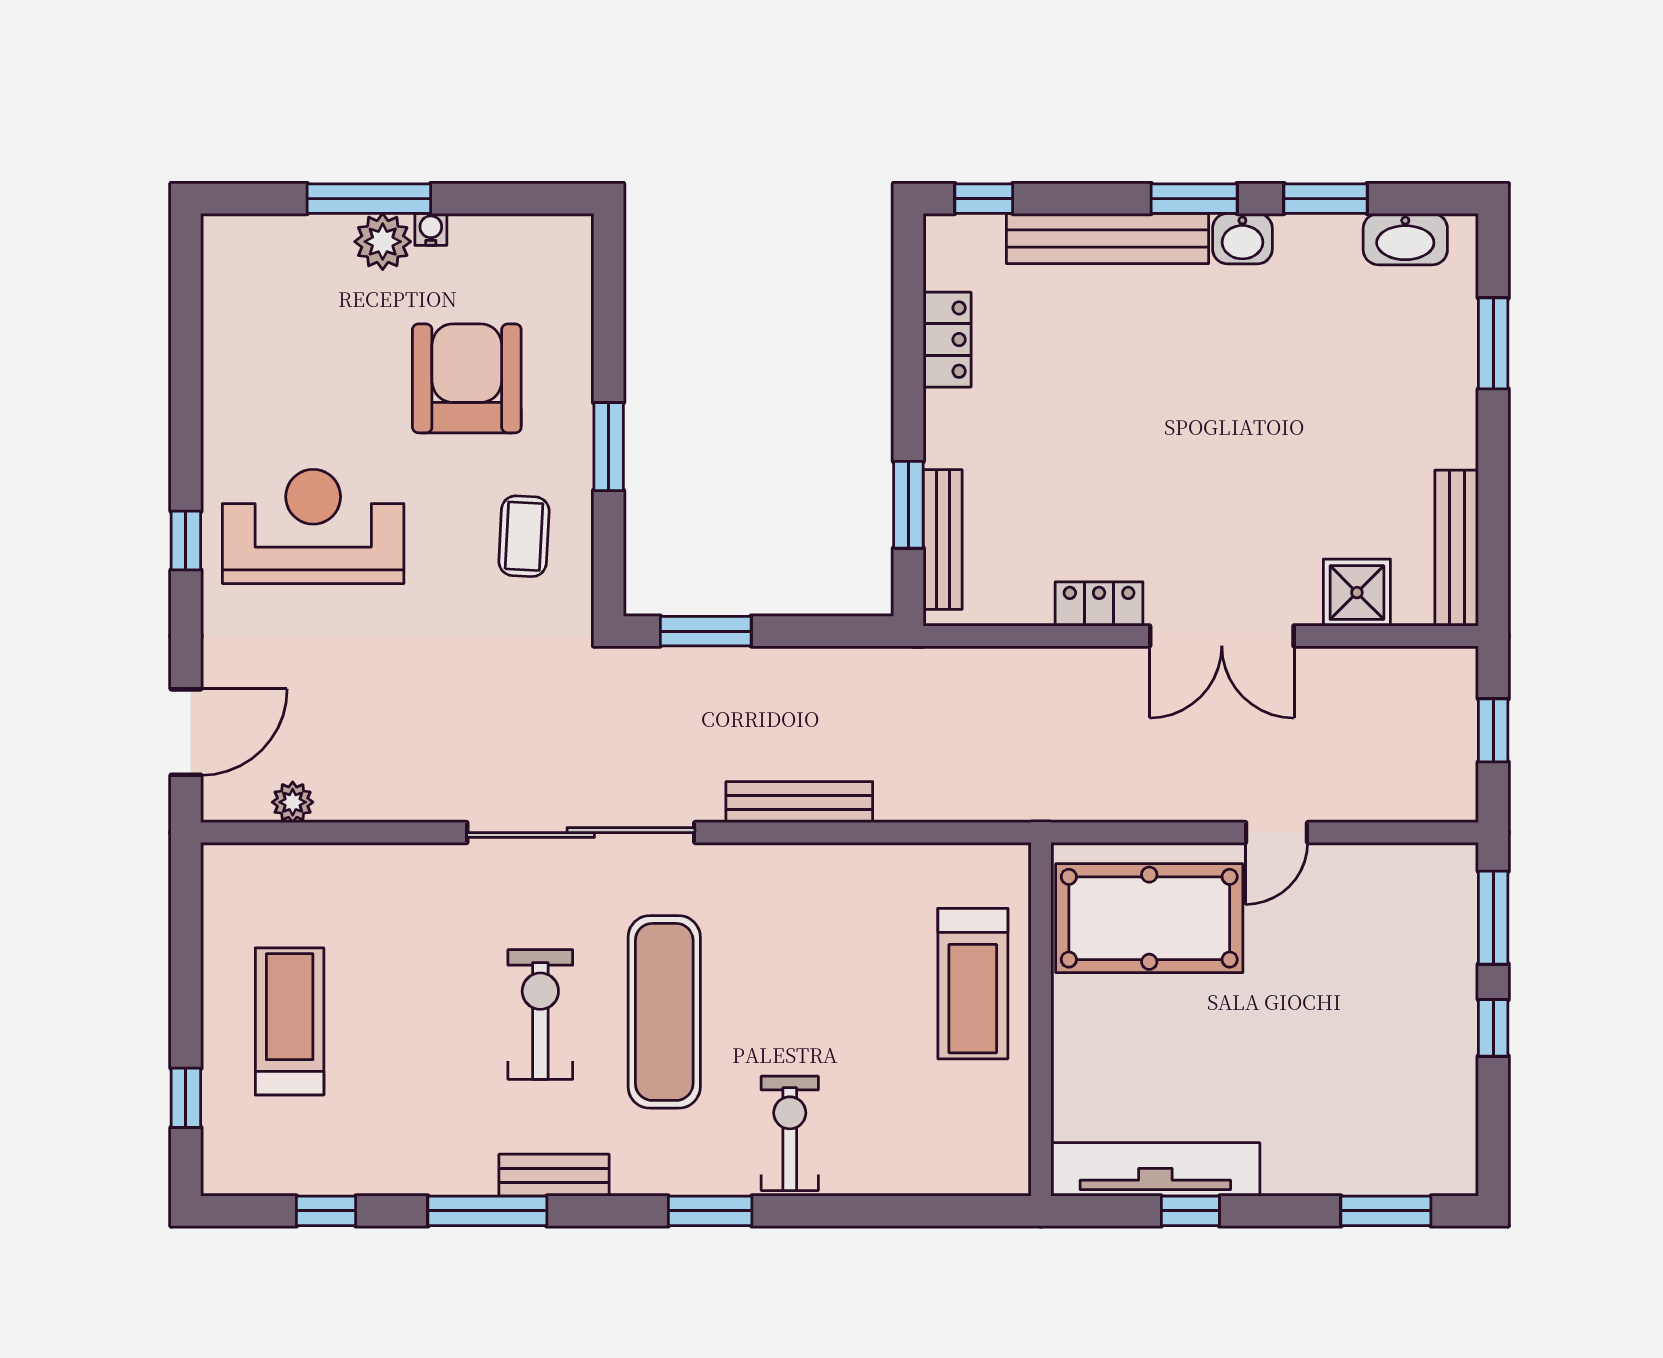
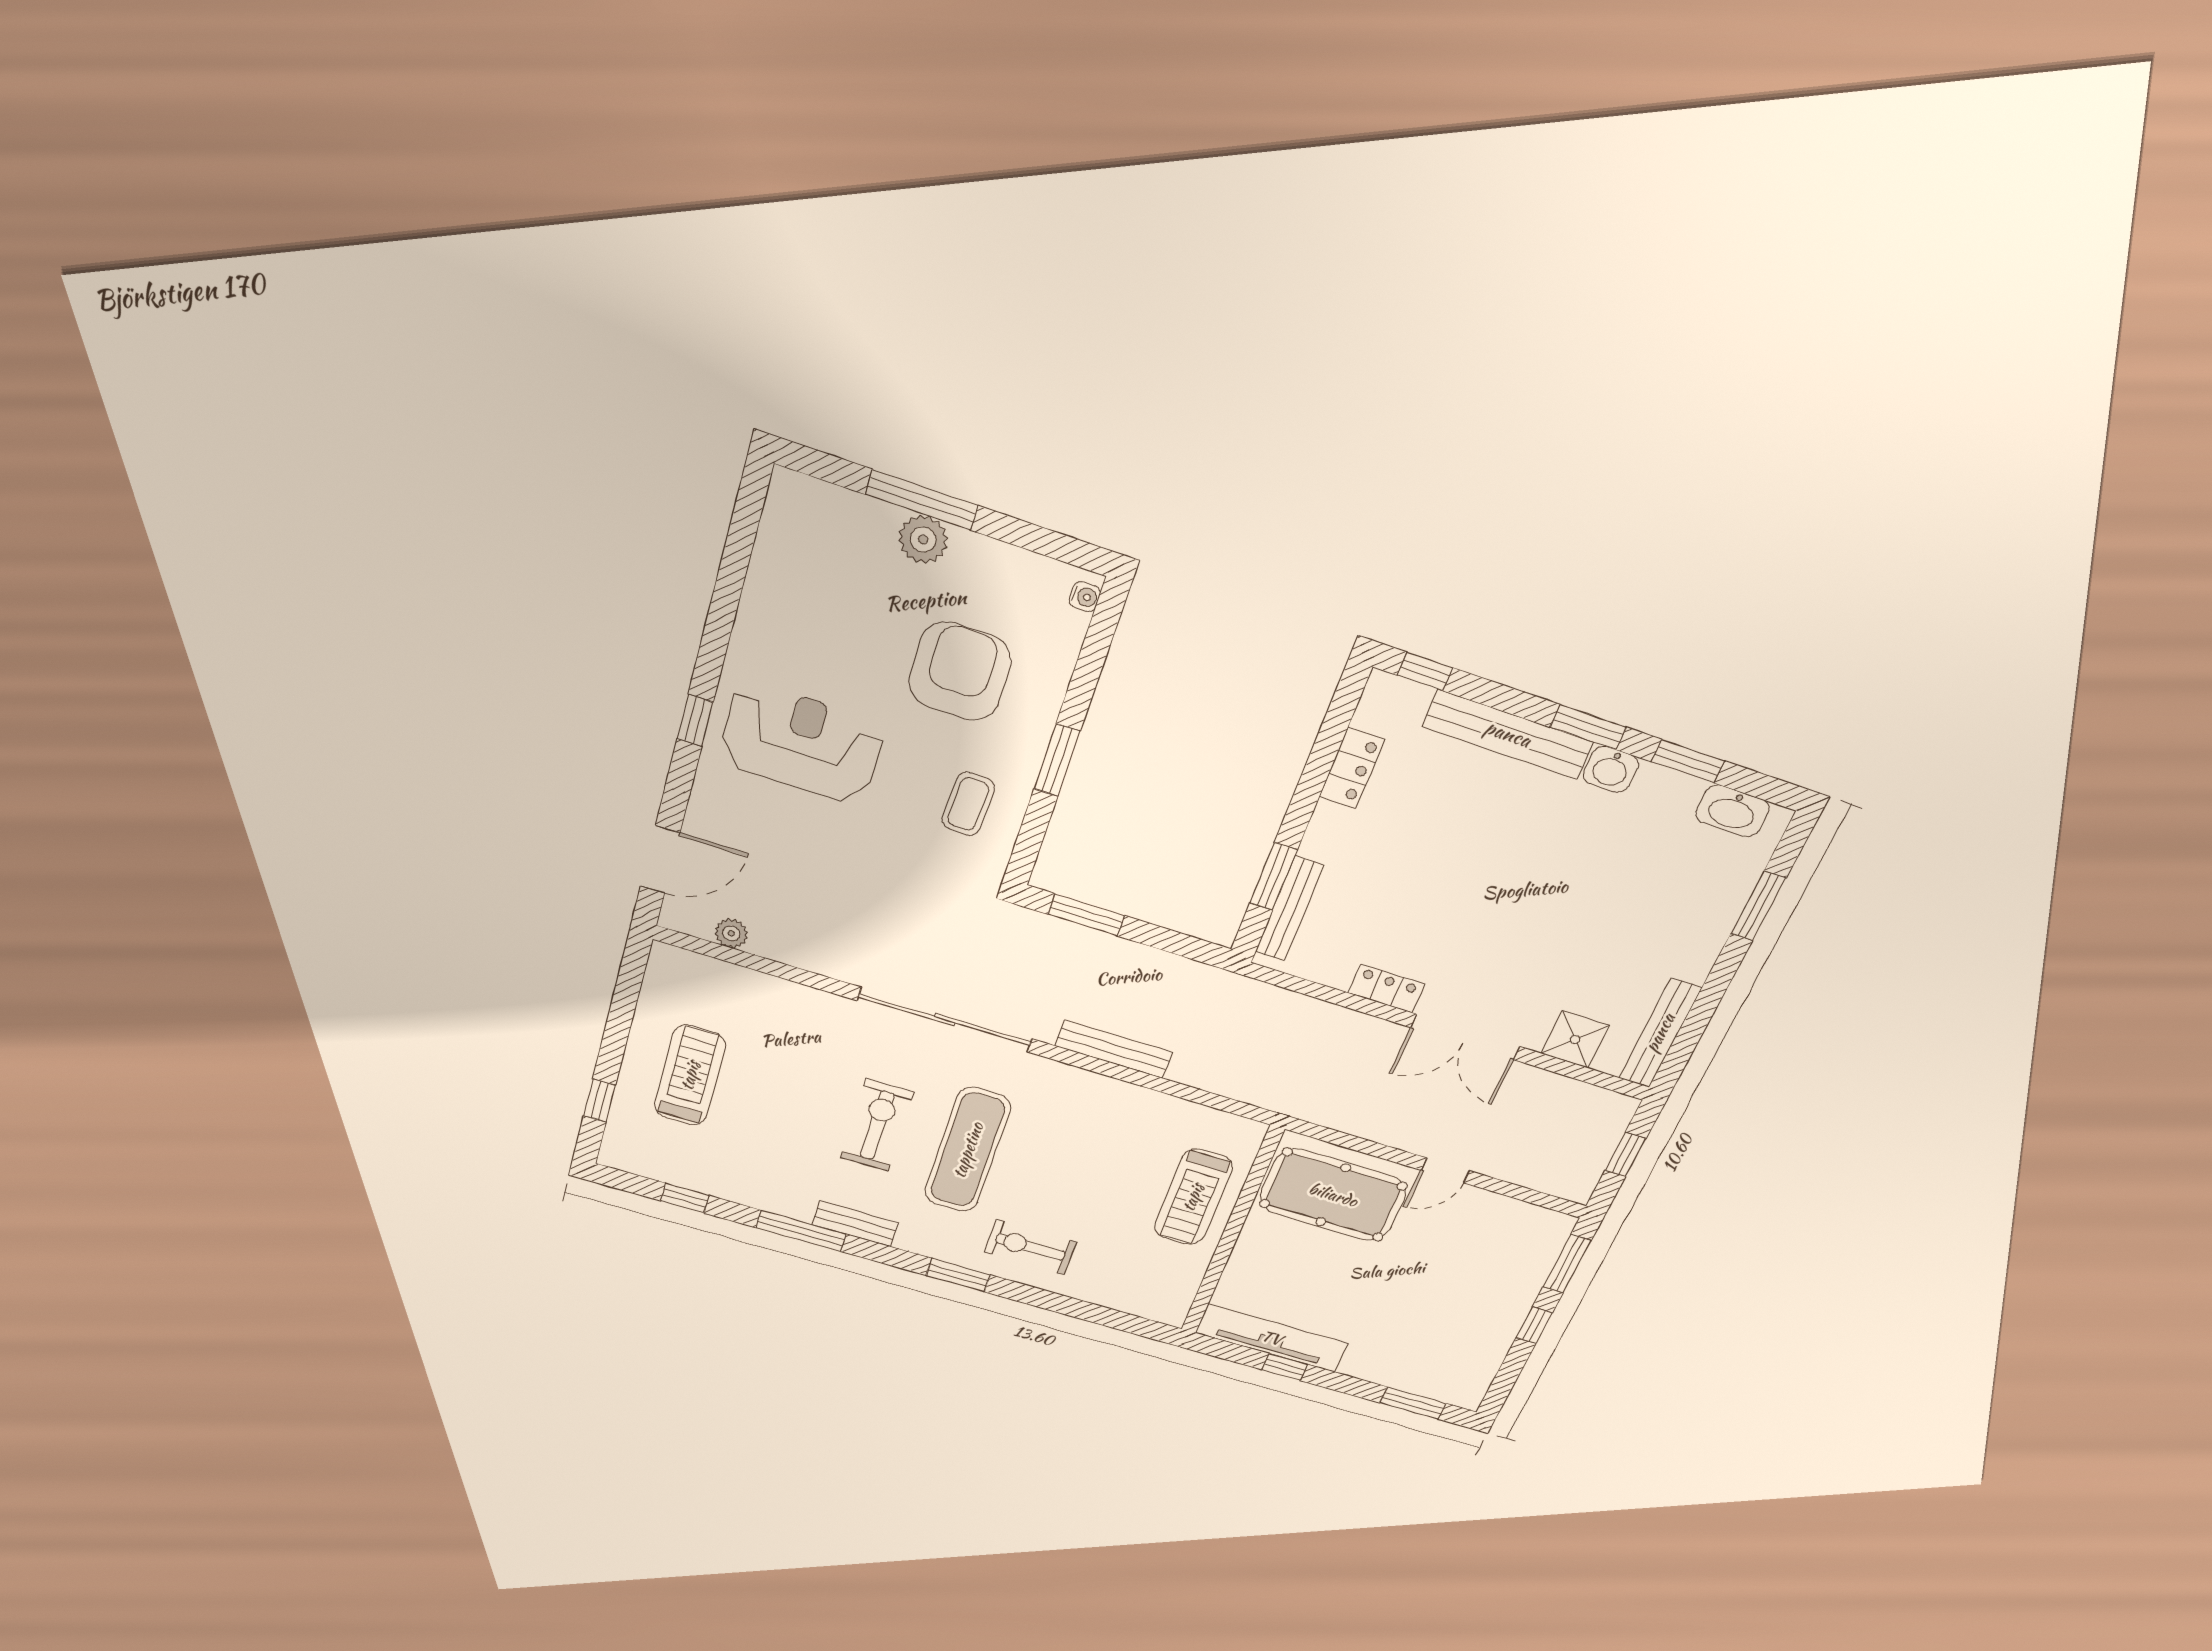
water cooler: (431, 229) -> (1085, 597), moved, turned 90
exercise bike: (790, 1133) -> (1030, 1247), turned -90

